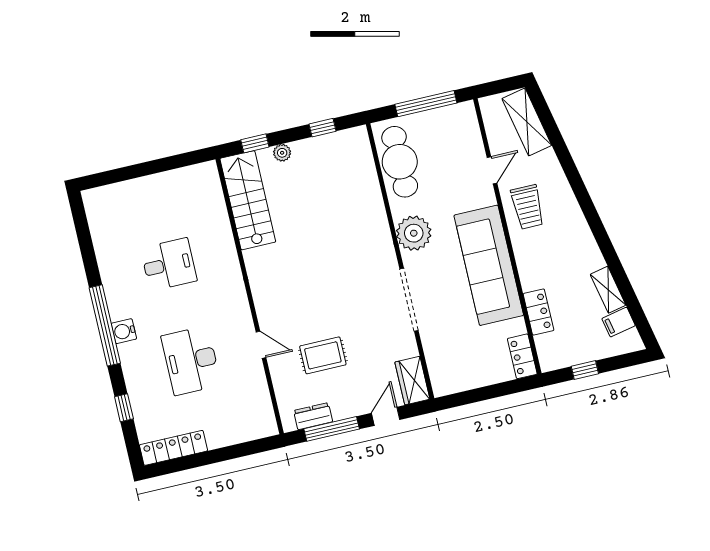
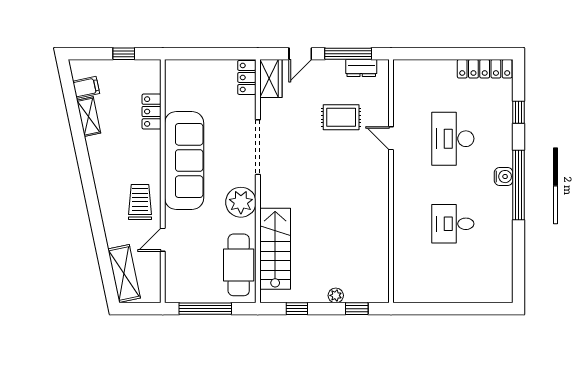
stairs: (248, 200) -> (275, 249), moved, turned 180
locker: (522, 356) -> (247, 77), moved, turned 180
desk: (191, 361) -> (453, 139), turned 180

